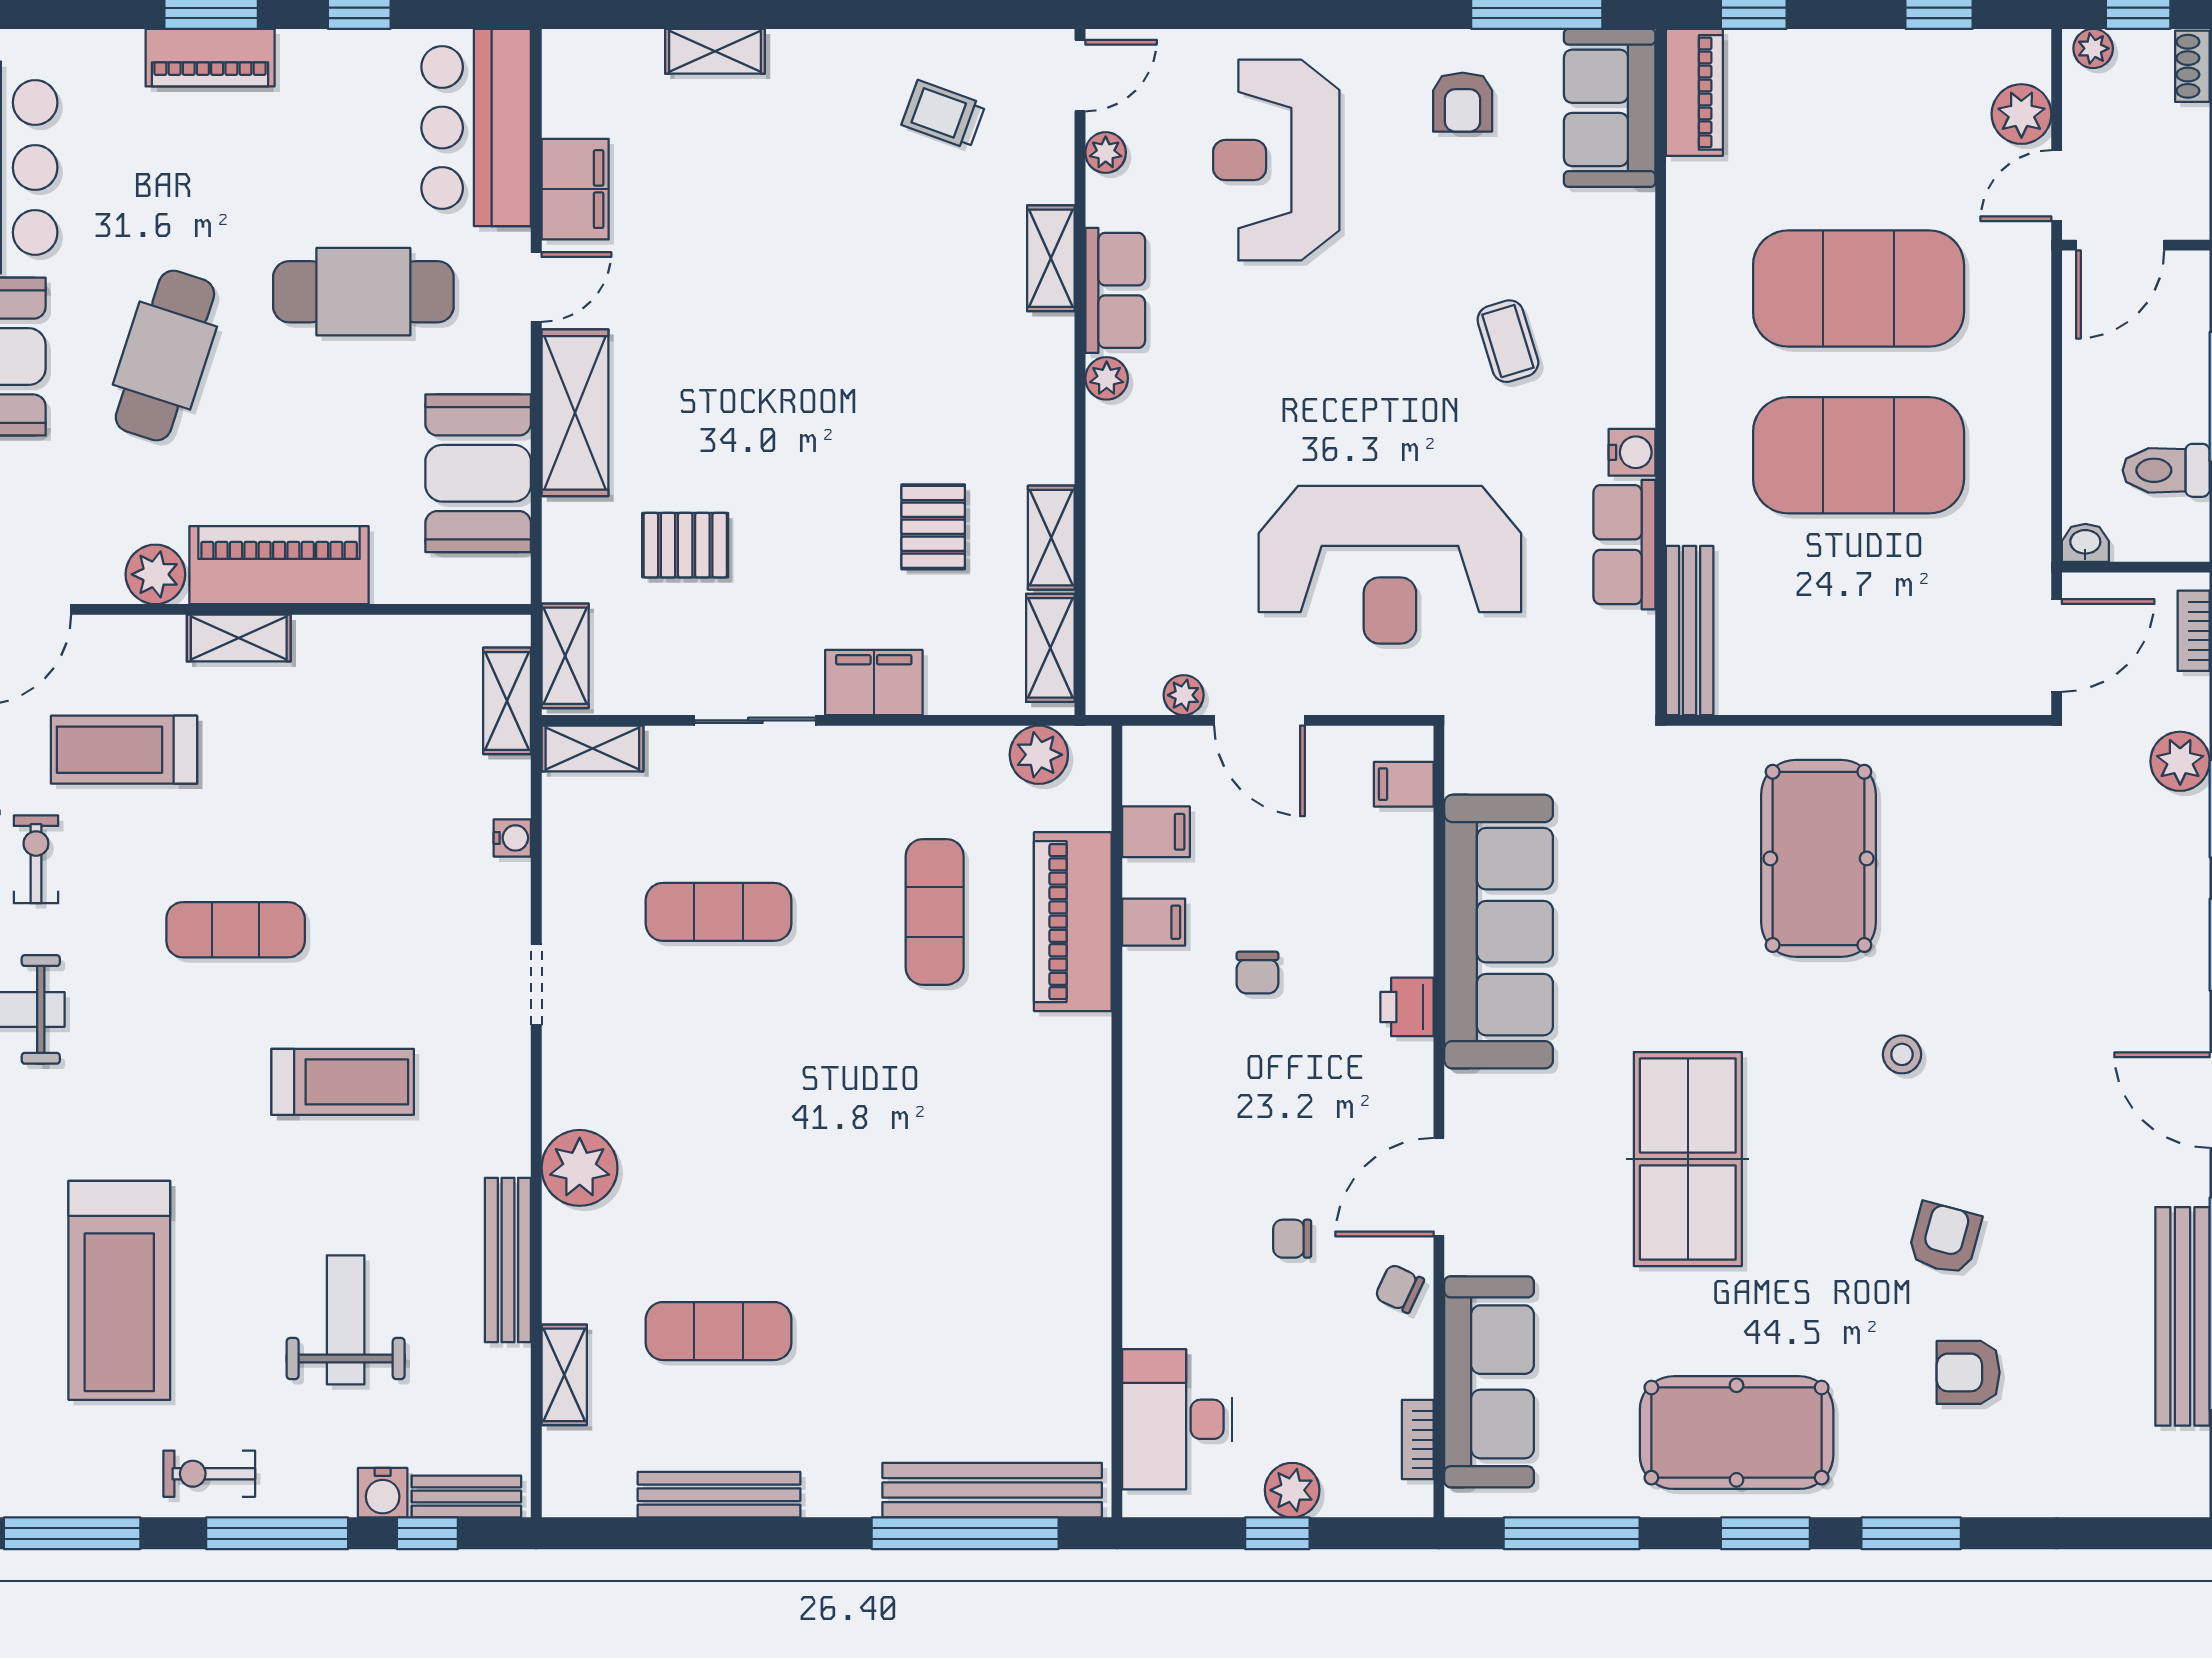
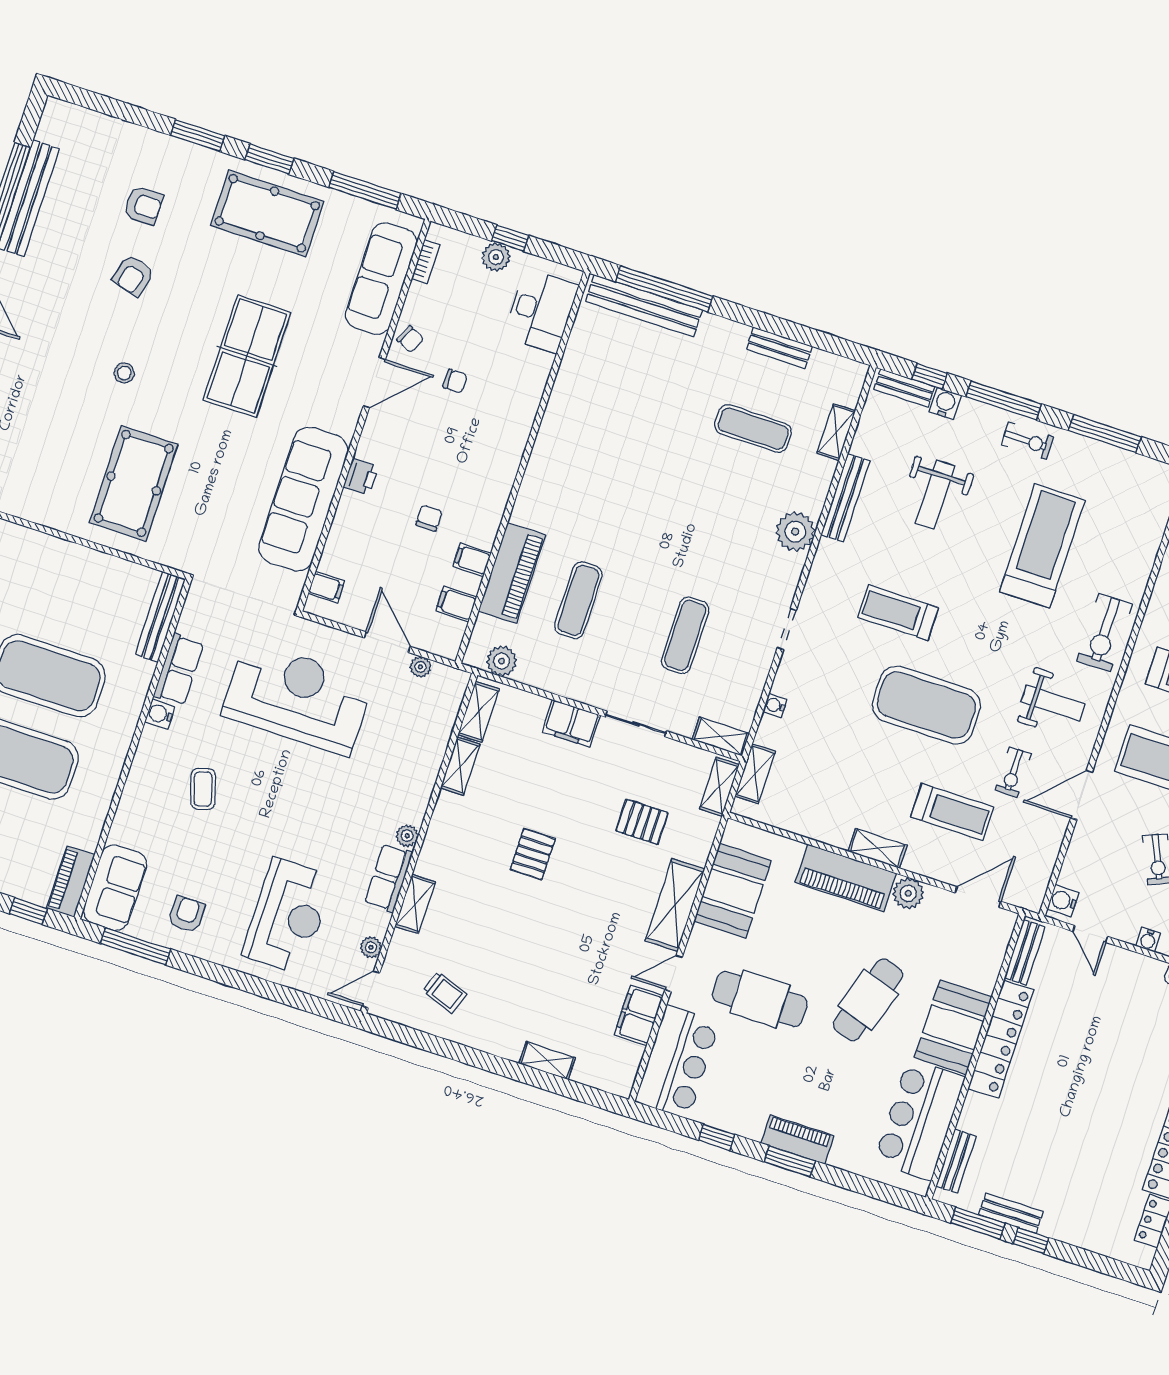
pallet: (933, 527) -> (533, 854), moved
exercise mat: (719, 912) -> (685, 635), turned 90
exercise mat: (236, 930) -> (926, 705), width x2.00, depth x1.45
bench: (719, 1495) -> (779, 348), width x0.73

